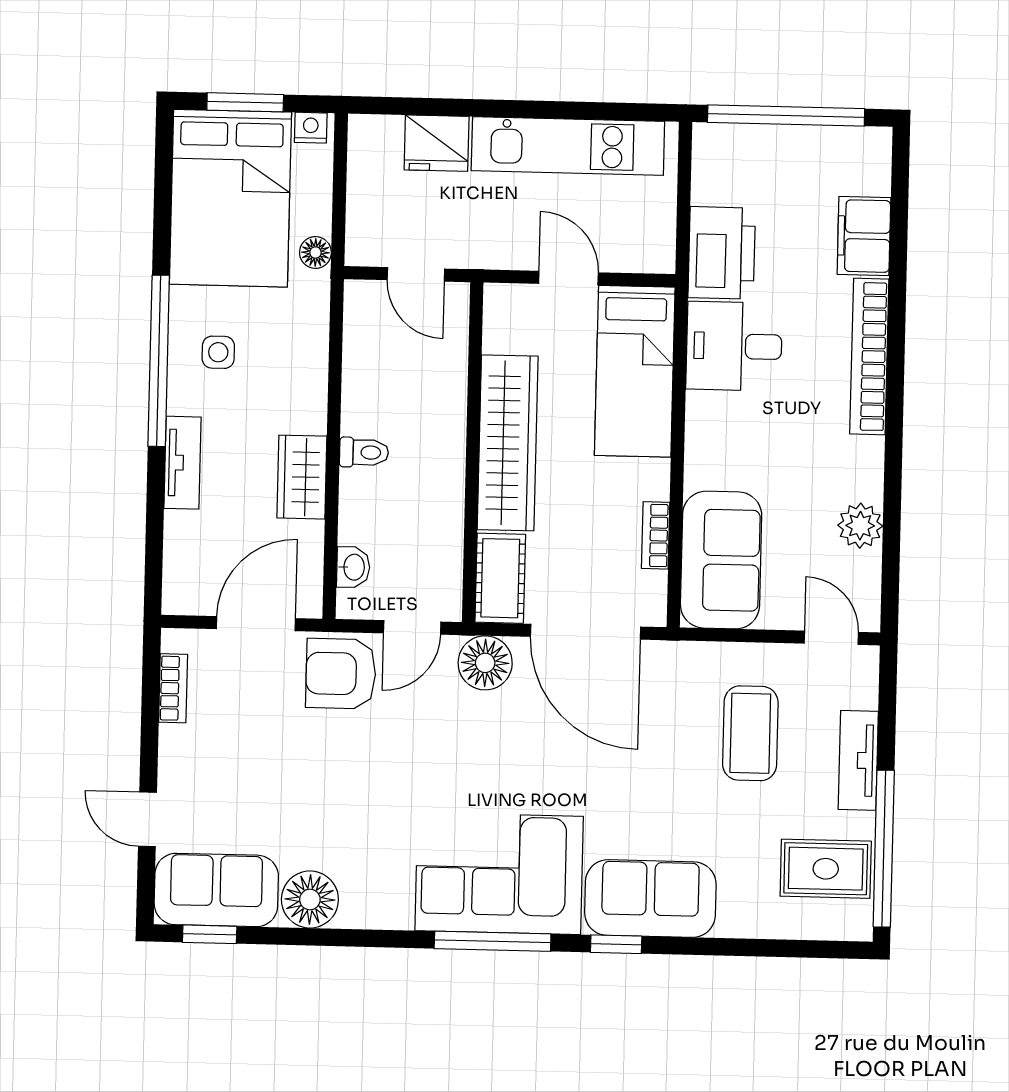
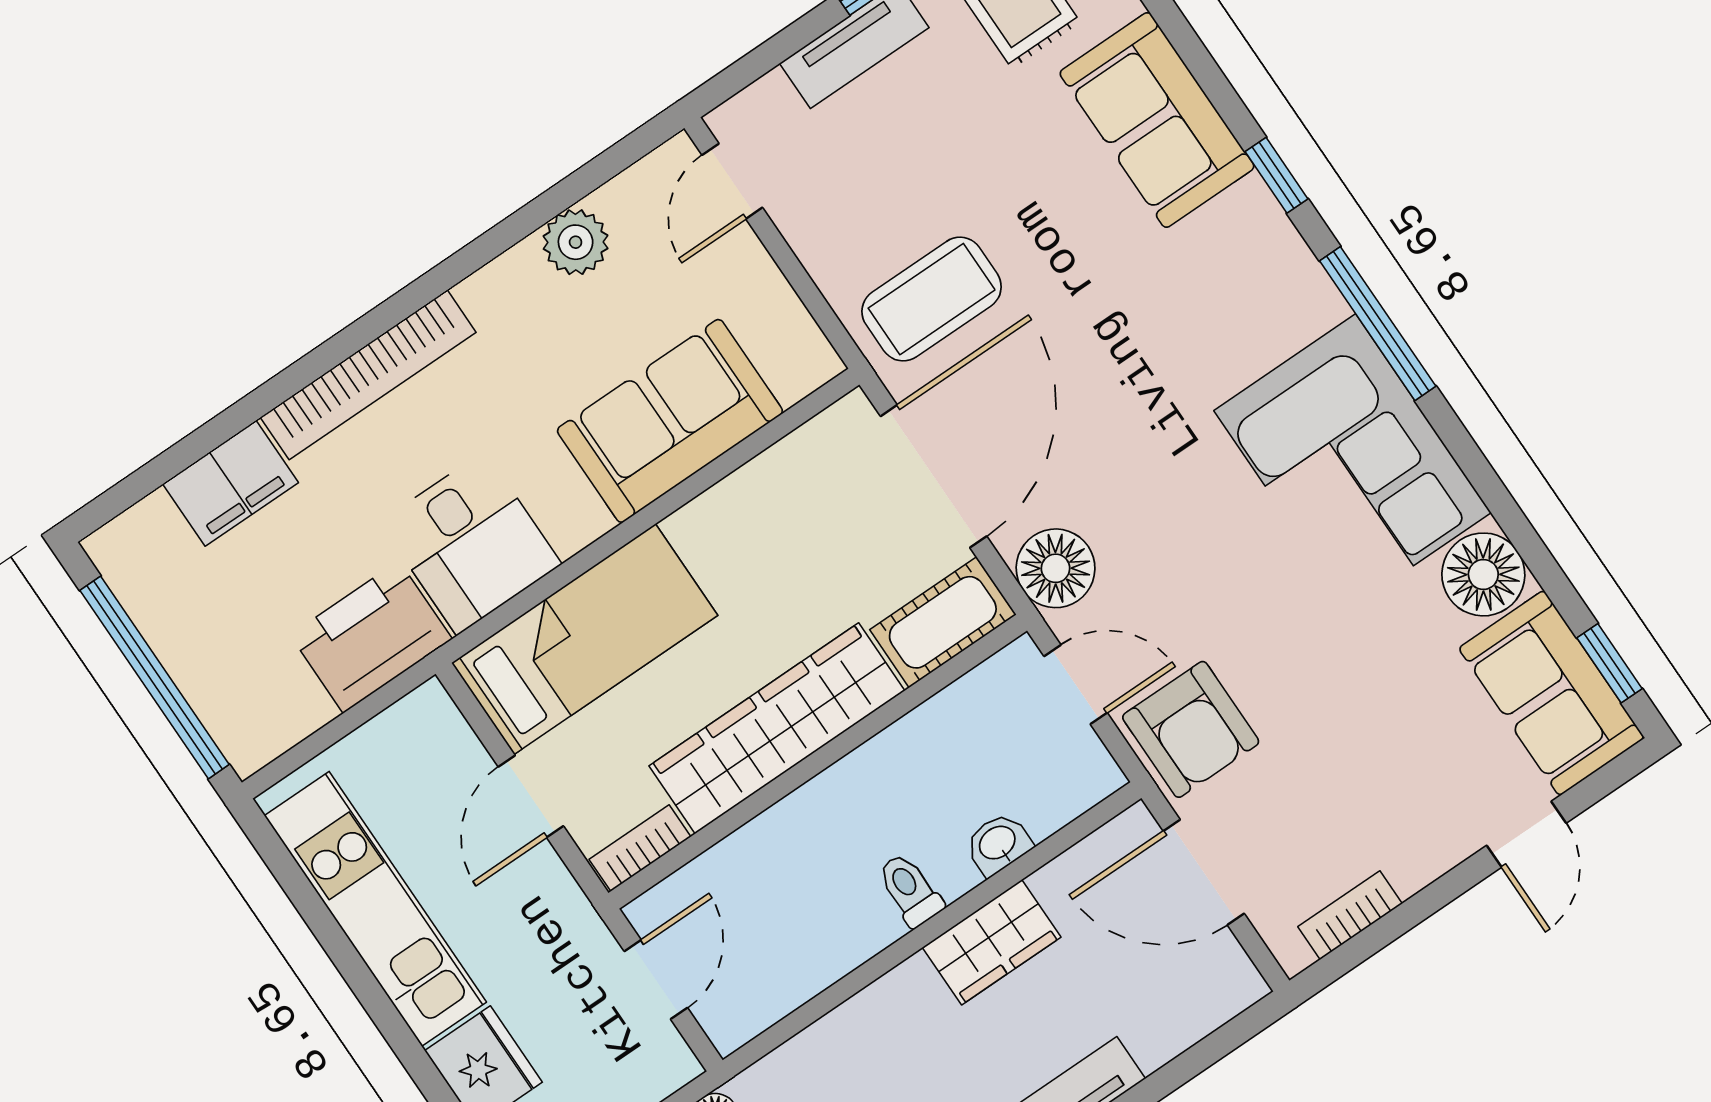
bookcase: (656, 535) -> (640, 848), moved, turned 180
sofa: (721, 560) -> (670, 421), moved
washbasin: (353, 567) -> (998, 844), moved
coffee table: (750, 733) -> (932, 299), moved
corner sofa: (499, 874) -> (1353, 462), moved
sofa: (650, 899) -> (1157, 120), moved

